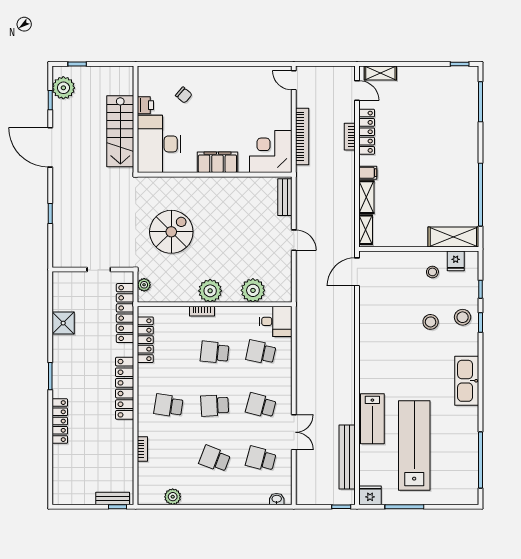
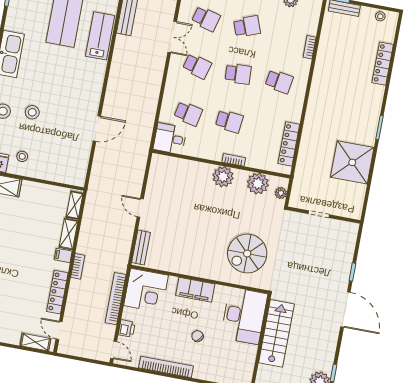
bookcase: (233, 72) -> (166, 367), added
chair: (184, 95) -> (197, 336), moved
printer: (145, 105) -> (127, 329), moved, turned 180
bookcase: (350, 137) -> (78, 266), moved
door: (50, 147) -> (345, 309), moved
spiral stairs: (171, 232) -> (247, 254), moved
door: (357, 272) -> (97, 129), moved
plant: (253, 290) -> (258, 184), moved
locker: (125, 313) -> (302, 171), removed
shower: (63, 323) -> (352, 162), width x1.86, depth x1.86
locker: (125, 388) -> (315, 104), removed
locker: (60, 421) -> (383, 64), moved
double door: (294, 432) -> (172, 37), swing flipped
school desk: (215, 459) -> (247, 26), turned -42
stool: (72, 497) -> (380, 16), added

